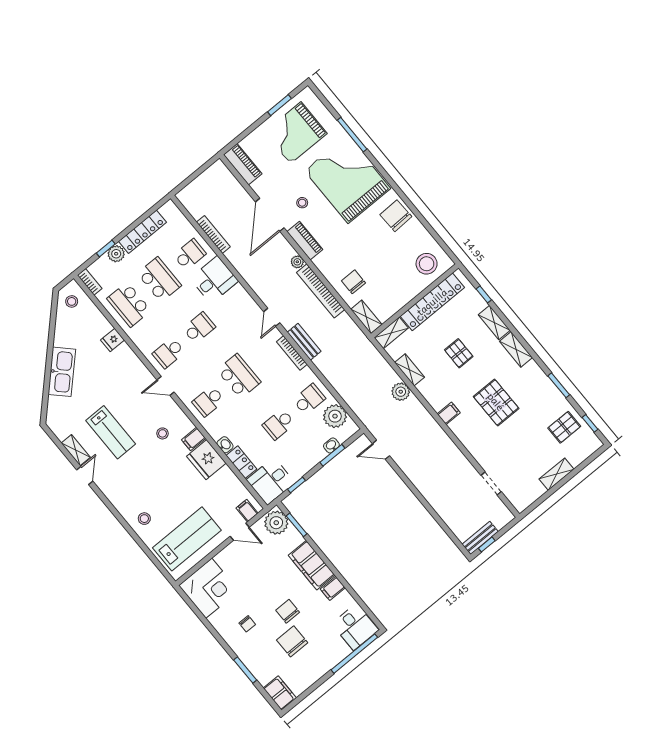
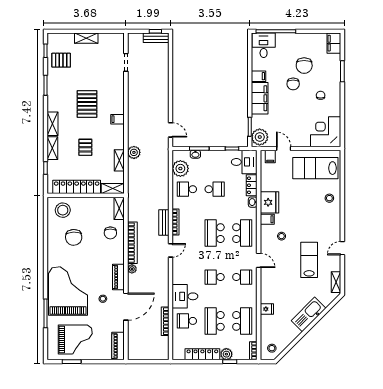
grand piano: (348, 180) -> (68, 291), turned 180
chair: (396, 216) -> (74, 237), moved
school desk: (208, 401) -> (242, 233), width x1.85
shelving: (76, 450) -> (336, 282), moved

